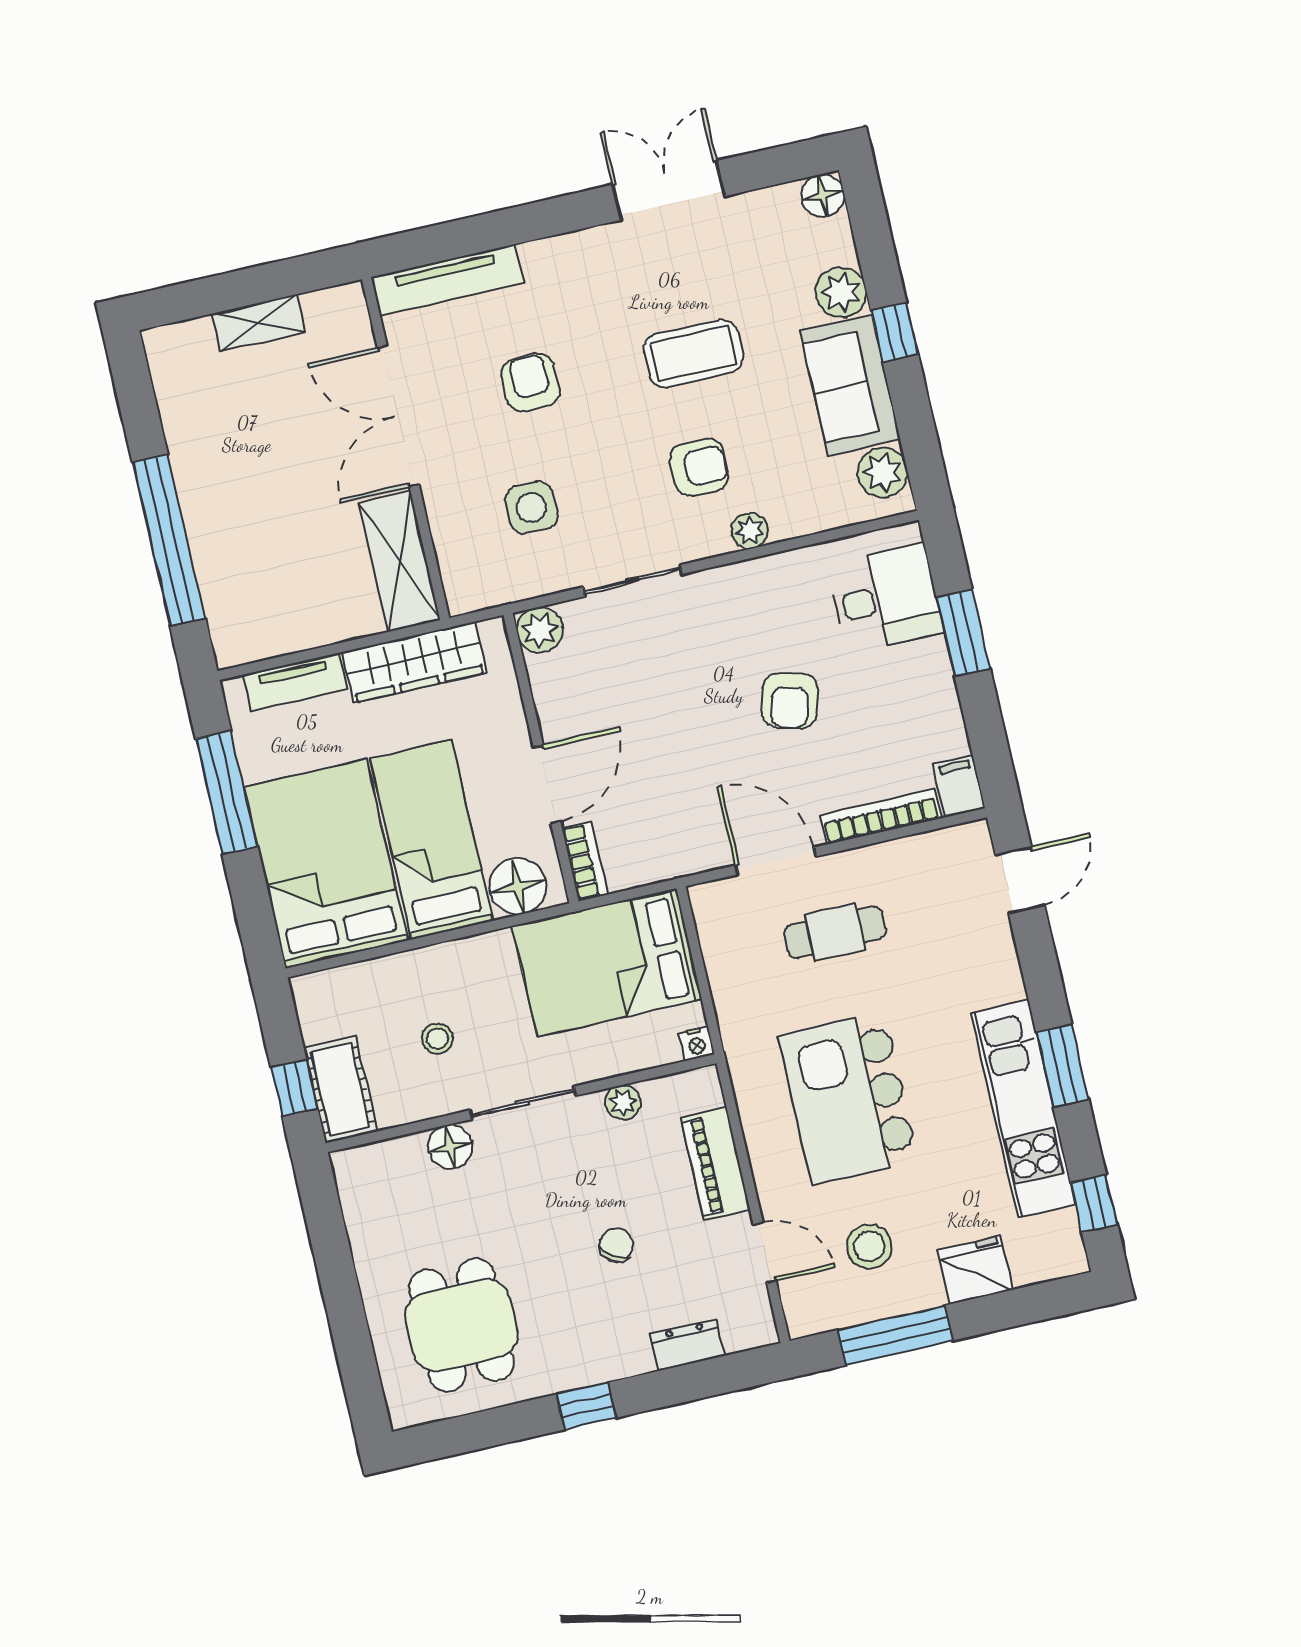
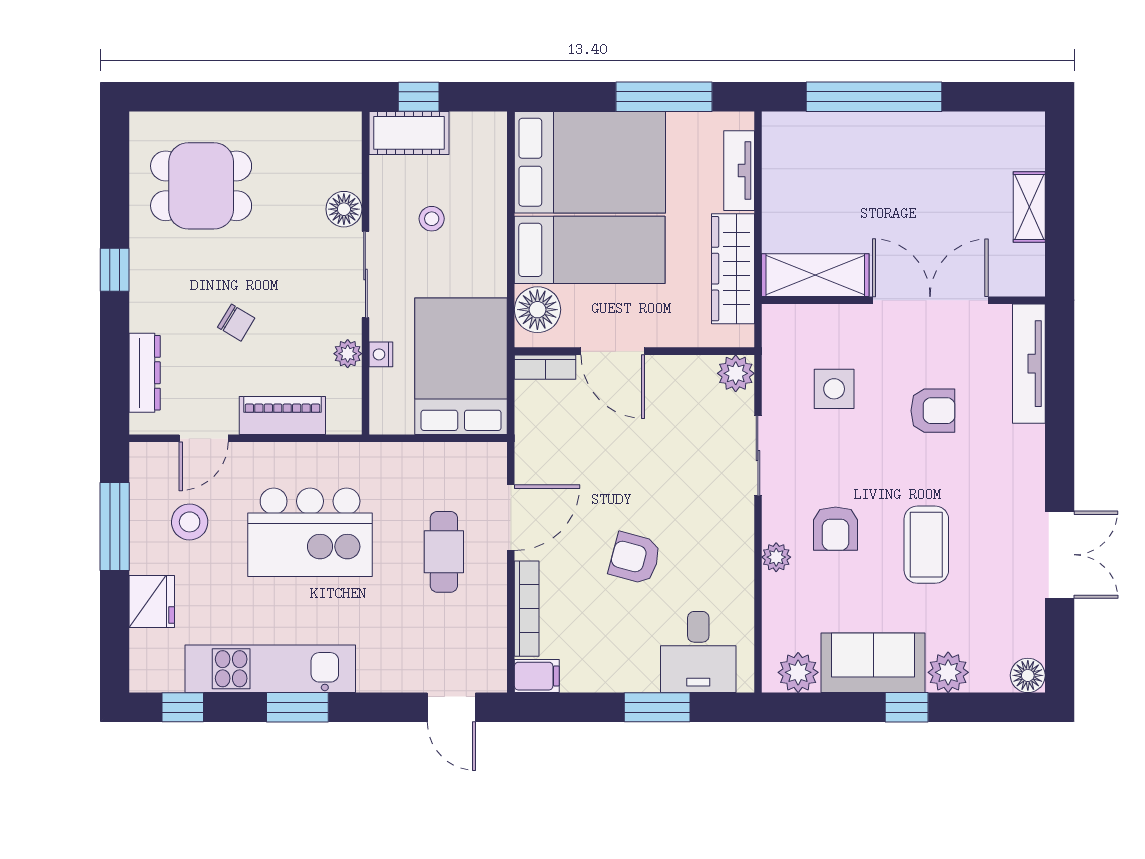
nightstand: (696, 1044) -> (381, 354), moved
kitchen island: (848, 1098) -> (310, 532), turned 180
dresser: (687, 1345) -> (145, 373), width x1.44

